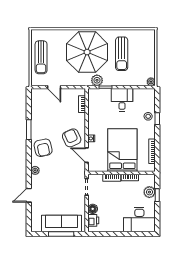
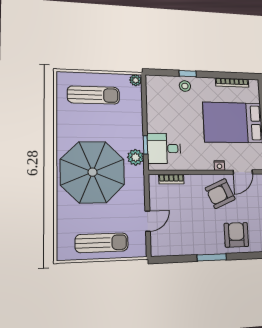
sun lounger: (122, 54) -> (94, 95), moved
desk: (122, 100) -> (164, 148), moved
armchair: (43, 148) -> (236, 235), turned -78

